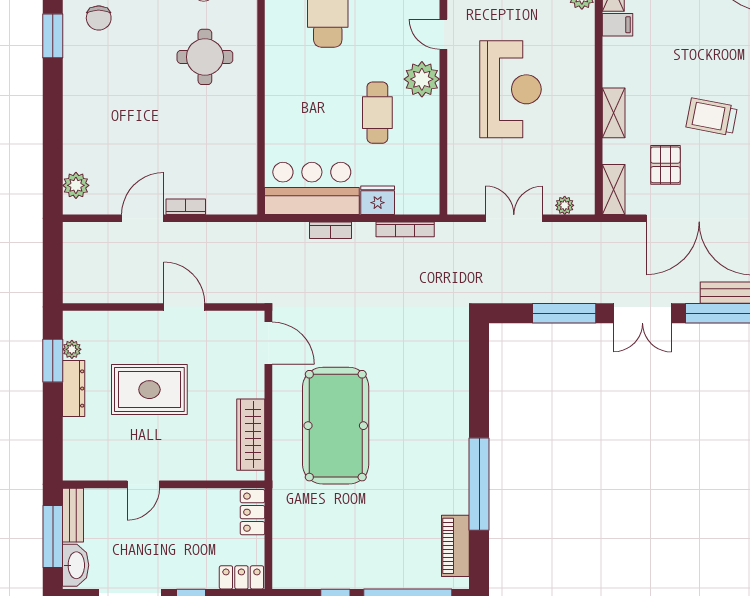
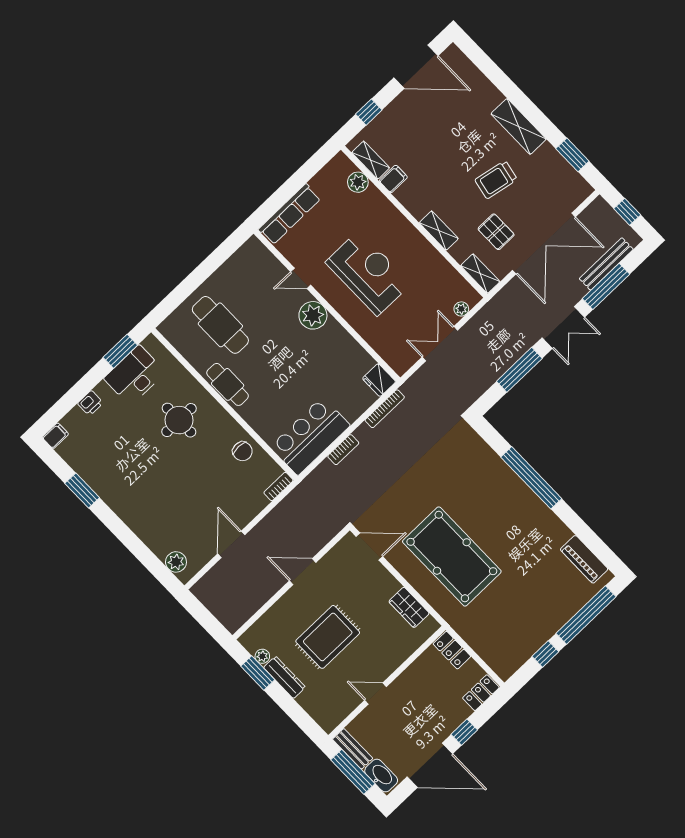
chair: (99, 18) -> (242, 451), moved
cafe table: (377, 113) -> (228, 384), moved
fridge: (378, 200) -> (379, 380), moved, turned -90
bookcase: (186, 207) -> (278, 486), moved
wardrobe: (251, 435) -> (409, 607), width x0.67
door: (143, 484) -> (375, 694), swing flipped
window: (479, 484) -> (531, 478), moved

